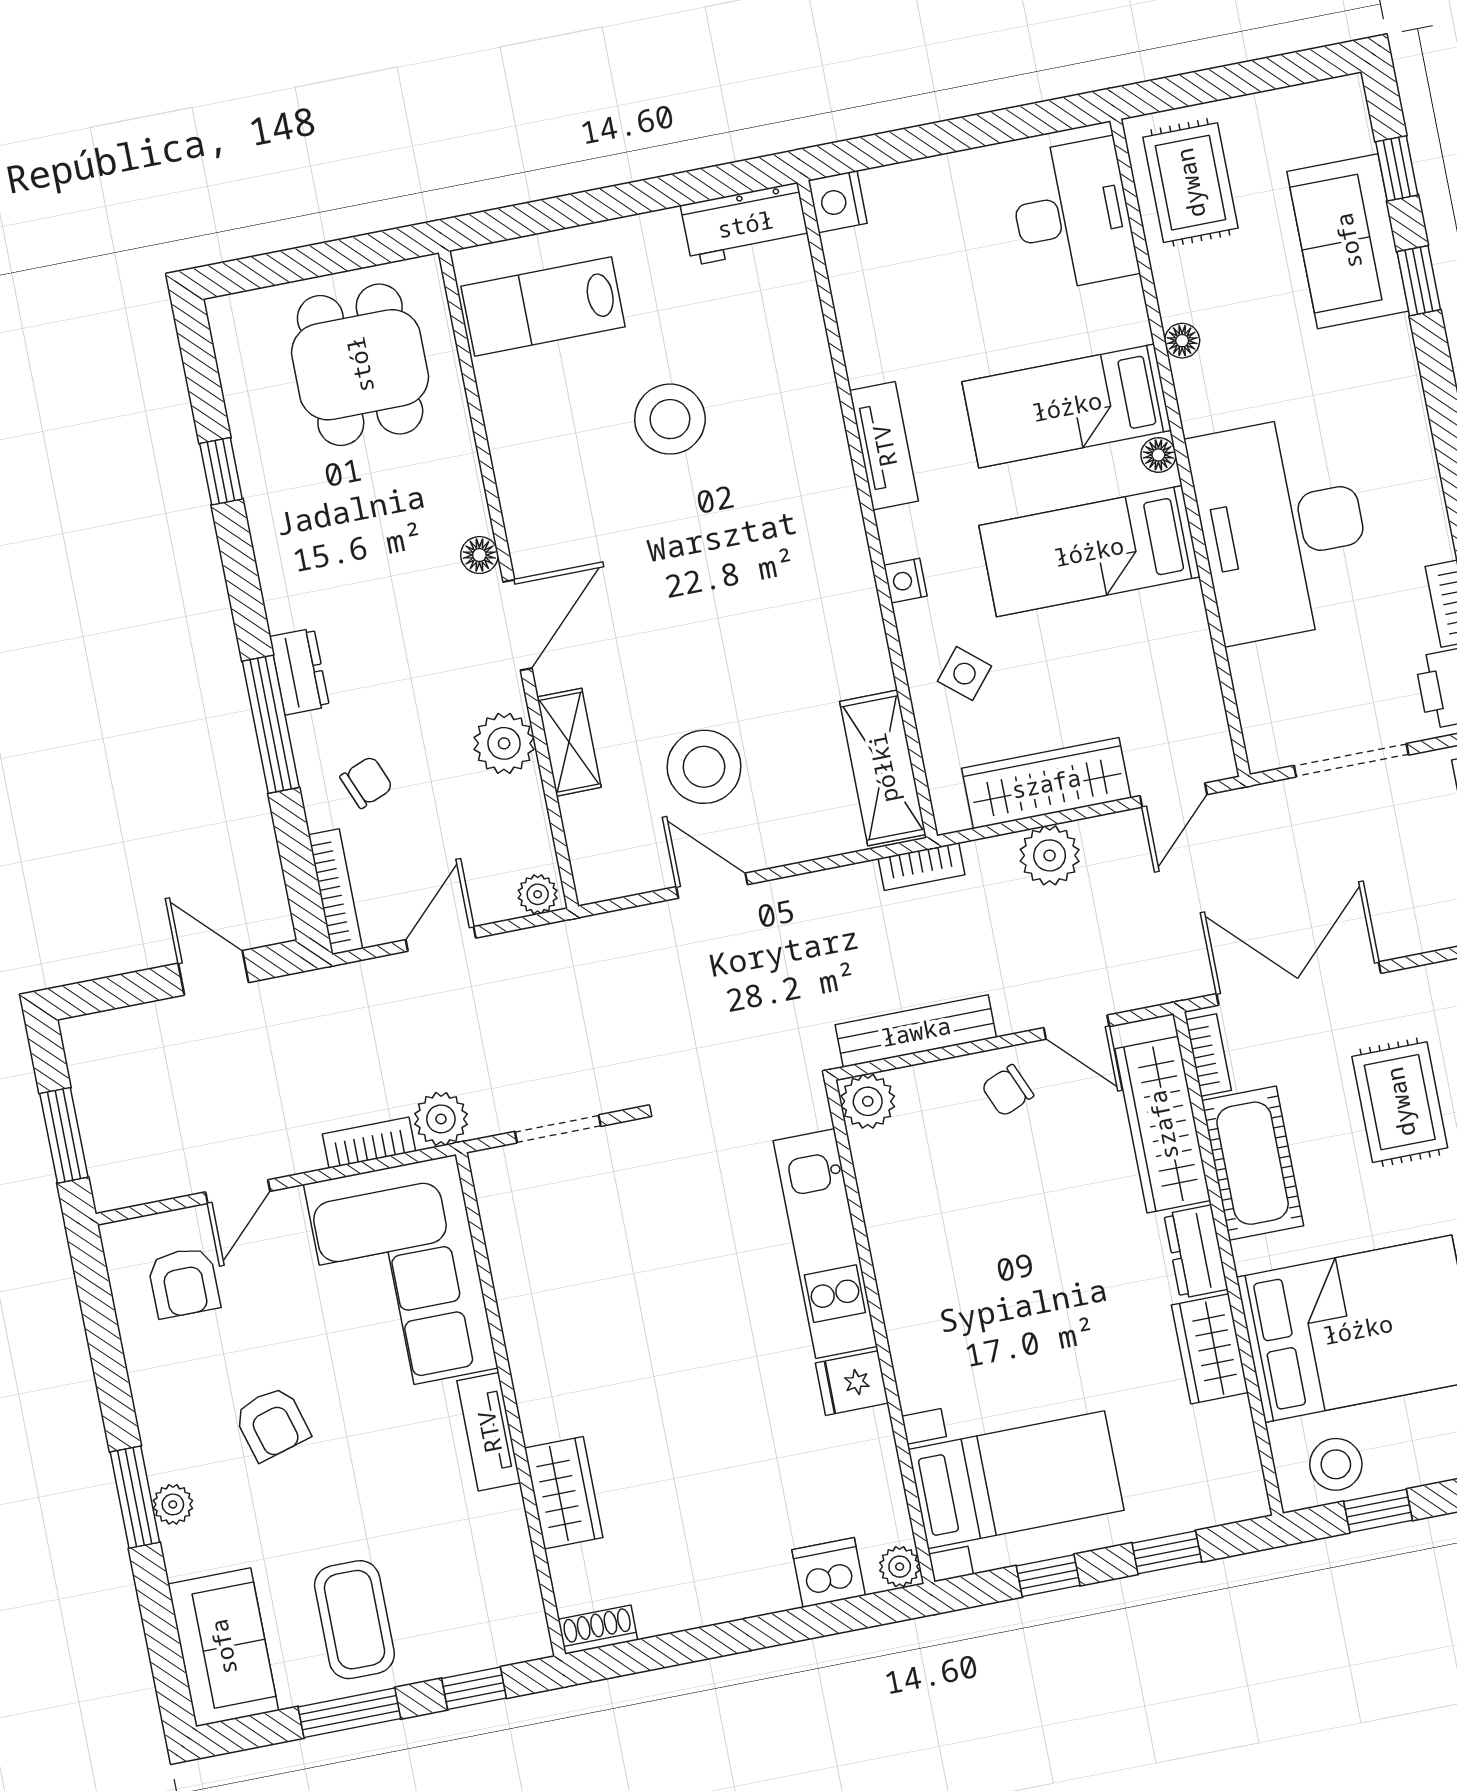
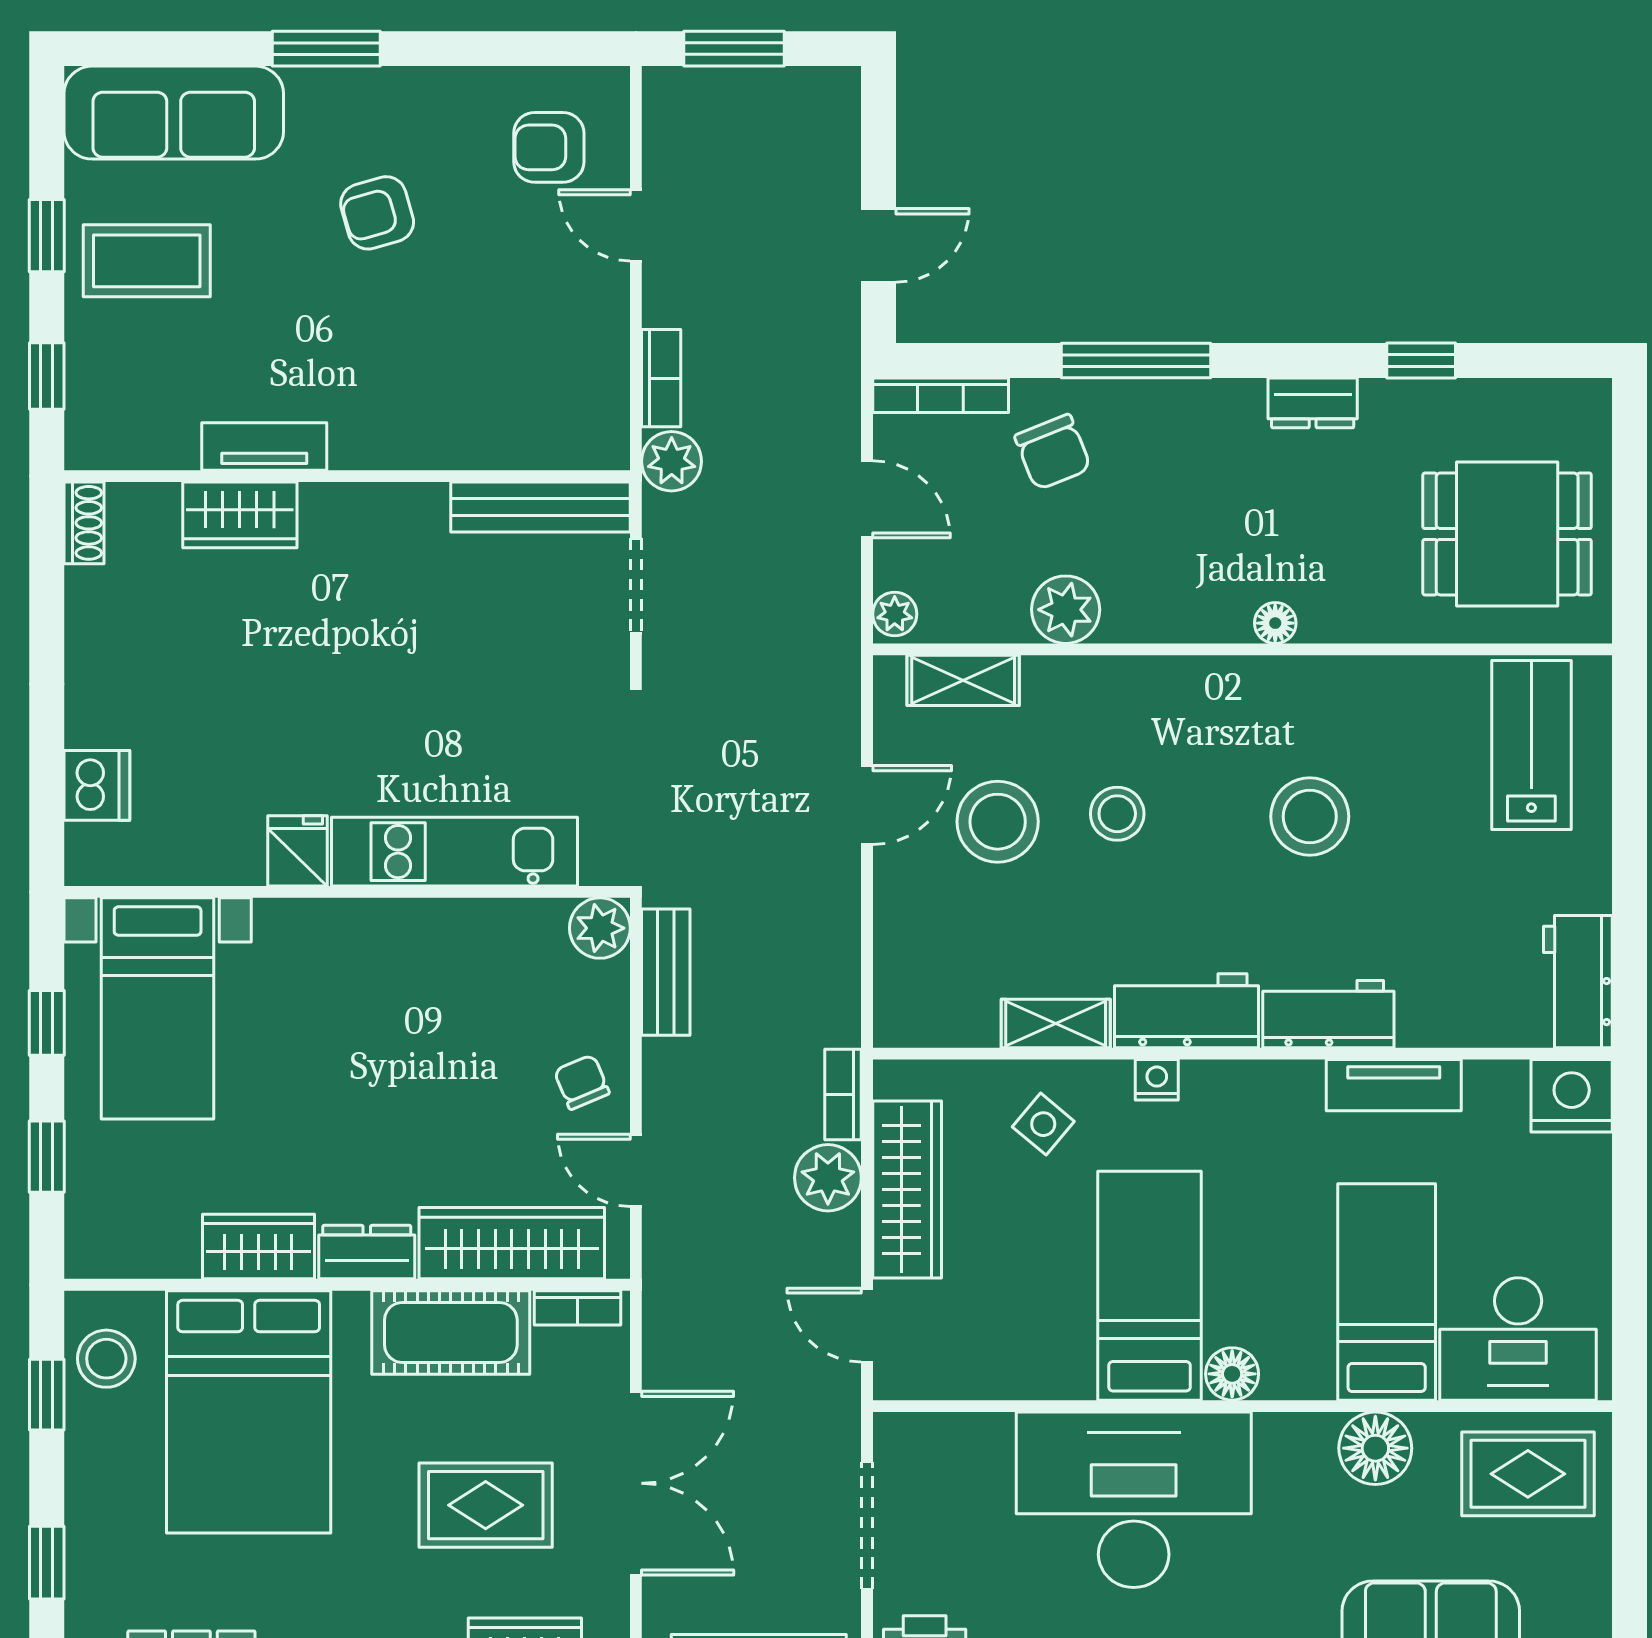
nightstand: (838, 202) -> (1572, 1096), width x1.36, depth x1.33
floor lamp: (1182, 341) -> (1375, 1448), width x1.89, depth x1.89
bed: (1067, 406) -> (1387, 1292), moved
stool: (670, 419) -> (1310, 817), moved
workbench: (817, 440) -> (1328, 1014), added
tv unit: (884, 446) -> (1394, 1085), moved
floor lamp: (1158, 455) -> (1232, 1374), width x1.37, depth x1.37
workbench: (839, 566) -> (1186, 1011), added
door: (517, 625) -> (1191, 649), removed
stool: (676, 662) -> (1117, 814), added
dresser: (299, 672) -> (1313, 403), moved
shelving: (569, 742) -> (963, 680), moved
shelving: (883, 768) -> (1056, 1023), moved, width x0.67, depth x0.75
chair: (366, 782) -> (1053, 452), width x1.37, depth x1.37
bookcase: (921, 867) -> (843, 1094), moved
double door: (1299, 983) -> (636, 1483), moved
door: (1076, 1027) -> (636, 1170), hinge flipped
bench: (916, 1031) -> (666, 972), width x0.73
bench: (504, 1227) -> (540, 507), added
corner sofa: (401, 1276) -> (510, 384), removed
tv unit: (489, 1432) -> (264, 447), moved
plant: (173, 1504) -> (310, 88), removed
plant: (900, 1567) -> (88, 864), removed
sofa: (223, 1647) -> (174, 113), width x1.36
window: (349, 1713) -> (47, 236), width x0.67

